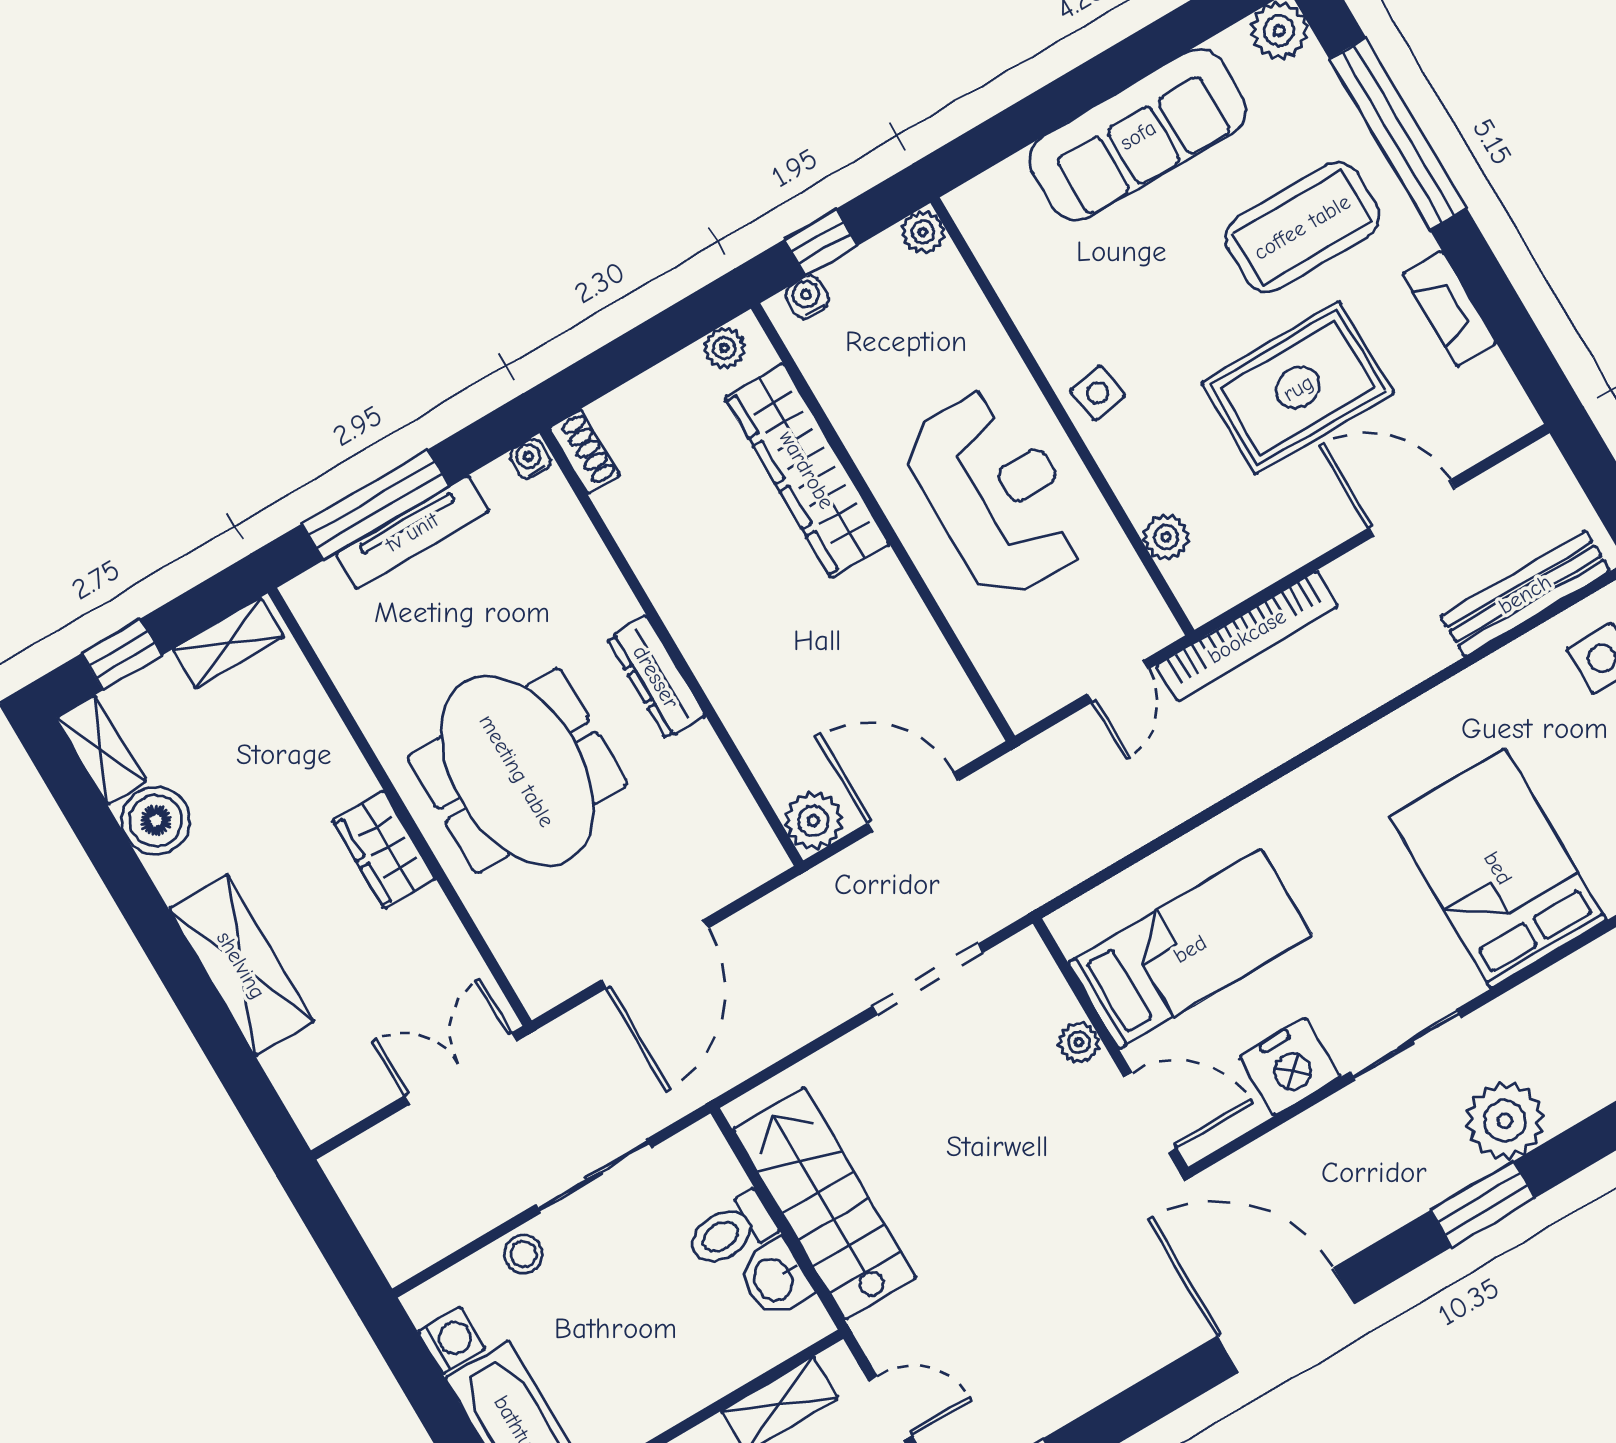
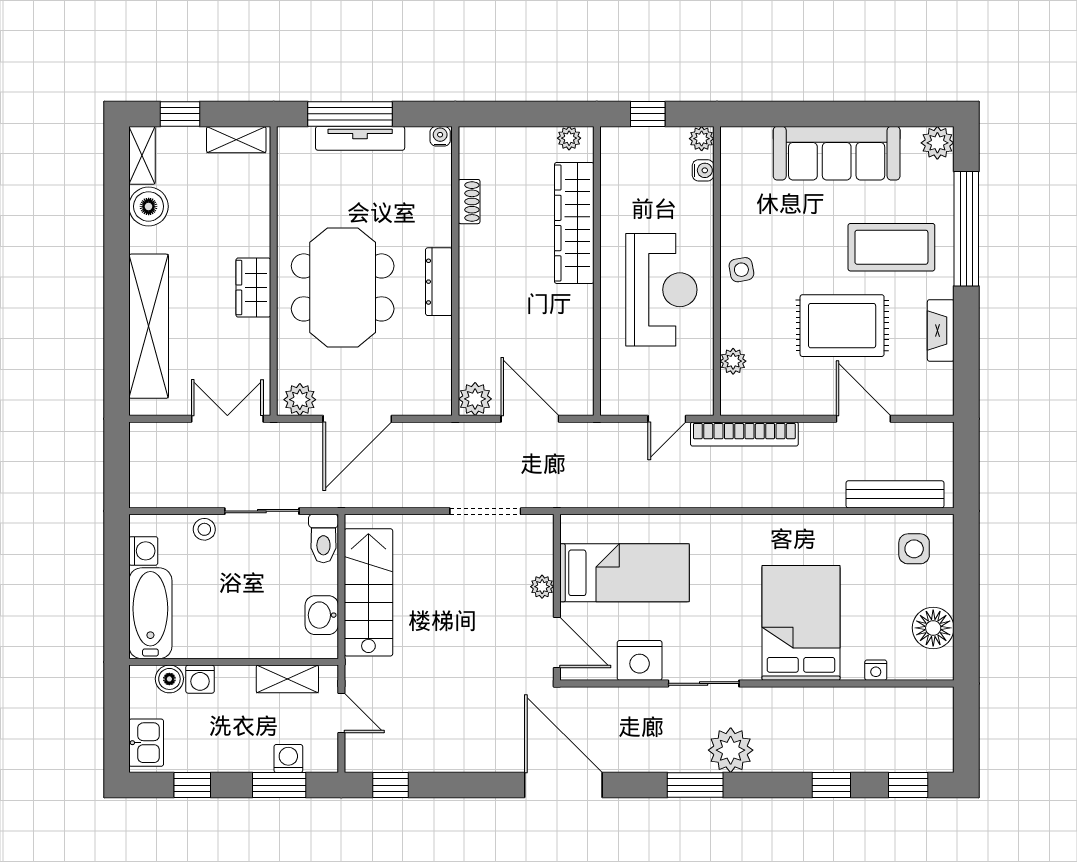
water cooler: (807, 297) -> (703, 170), moved, turned 90
shoe rack: (584, 452) -> (469, 202), moved
shelving: (241, 965) -> (149, 326), width x1.47
plant: (552, 976) -> (300, 400), added
toilet: (731, 1231) -> (323, 539), moved, turned -90

